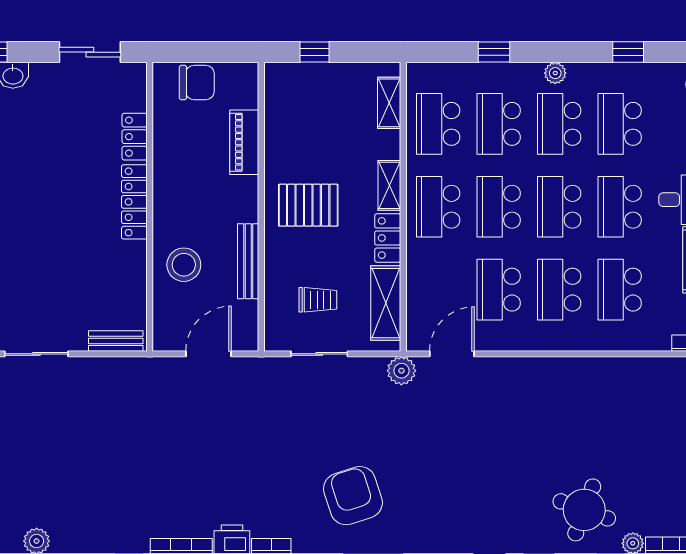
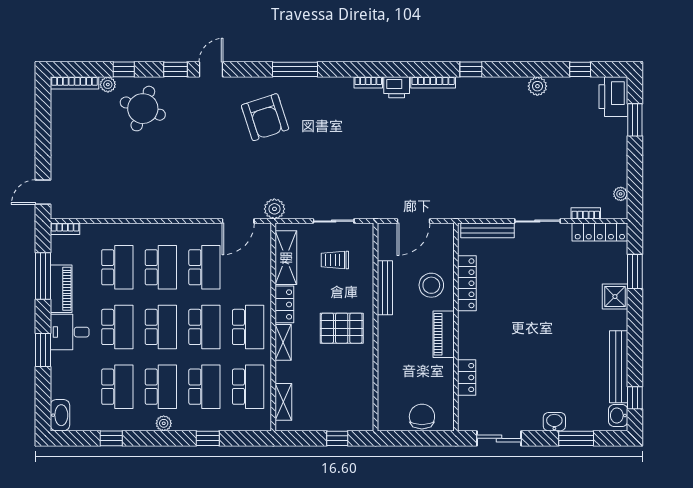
chair: (197, 82) -> (422, 417), turned 90
piano: (244, 142) -> (444, 334), moved, turned 180
locker: (134, 202) -> (467, 283), moved
bench: (116, 341) -> (487, 230), width x1.36
armchair: (353, 496) -> (265, 117), moved

